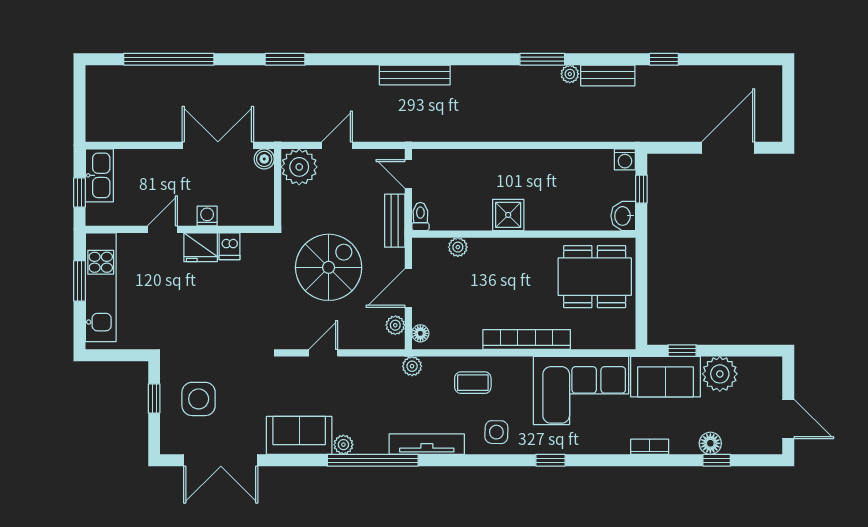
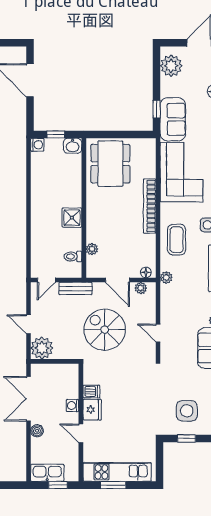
boiler: (264, 159) -> (37, 431), moved
toilet: (420, 216) -> (73, 257), moved
plant: (720, 374) -> (171, 66), moved
coffee table: (473, 383) -> (177, 240), width x1.36, depth x1.30

